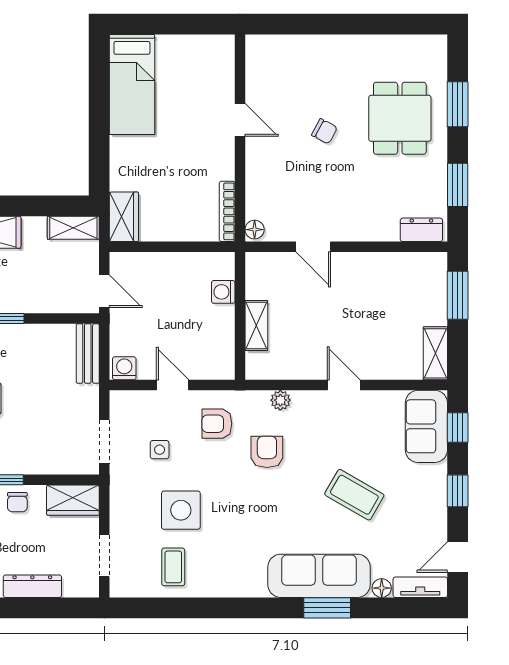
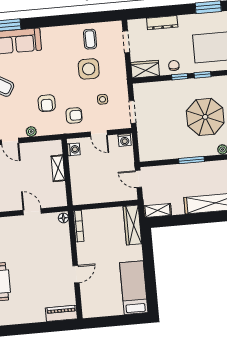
piano: (275, 48) -> (61, 313), added
door: (240, 120) -> (76, 274), swing flipped
chair: (324, 131) -> (32, 272), removed
wardrobe: (124, 217) -> (132, 225), width x1.50
washing machine: (223, 292) -> (74, 149), moved
bench: (88, 354) -> (144, 146), removed
plant: (280, 400) -> (31, 132), moved
doorway: (104, 441) -> (133, 112), moved

